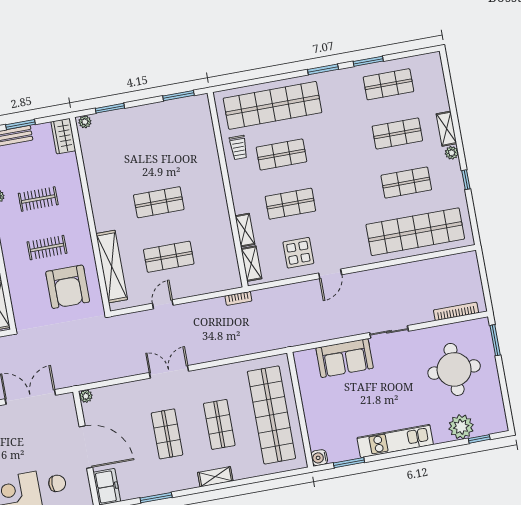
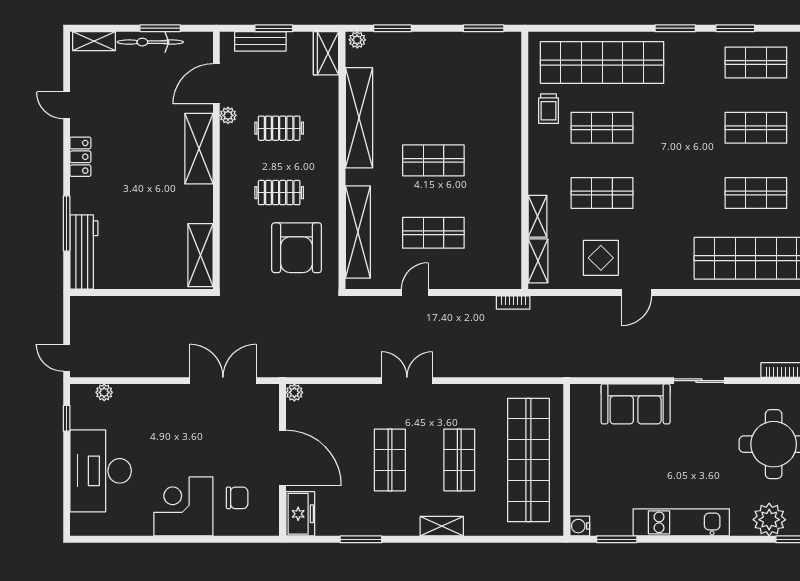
shelving: (97, 180) -> (359, 118), added

